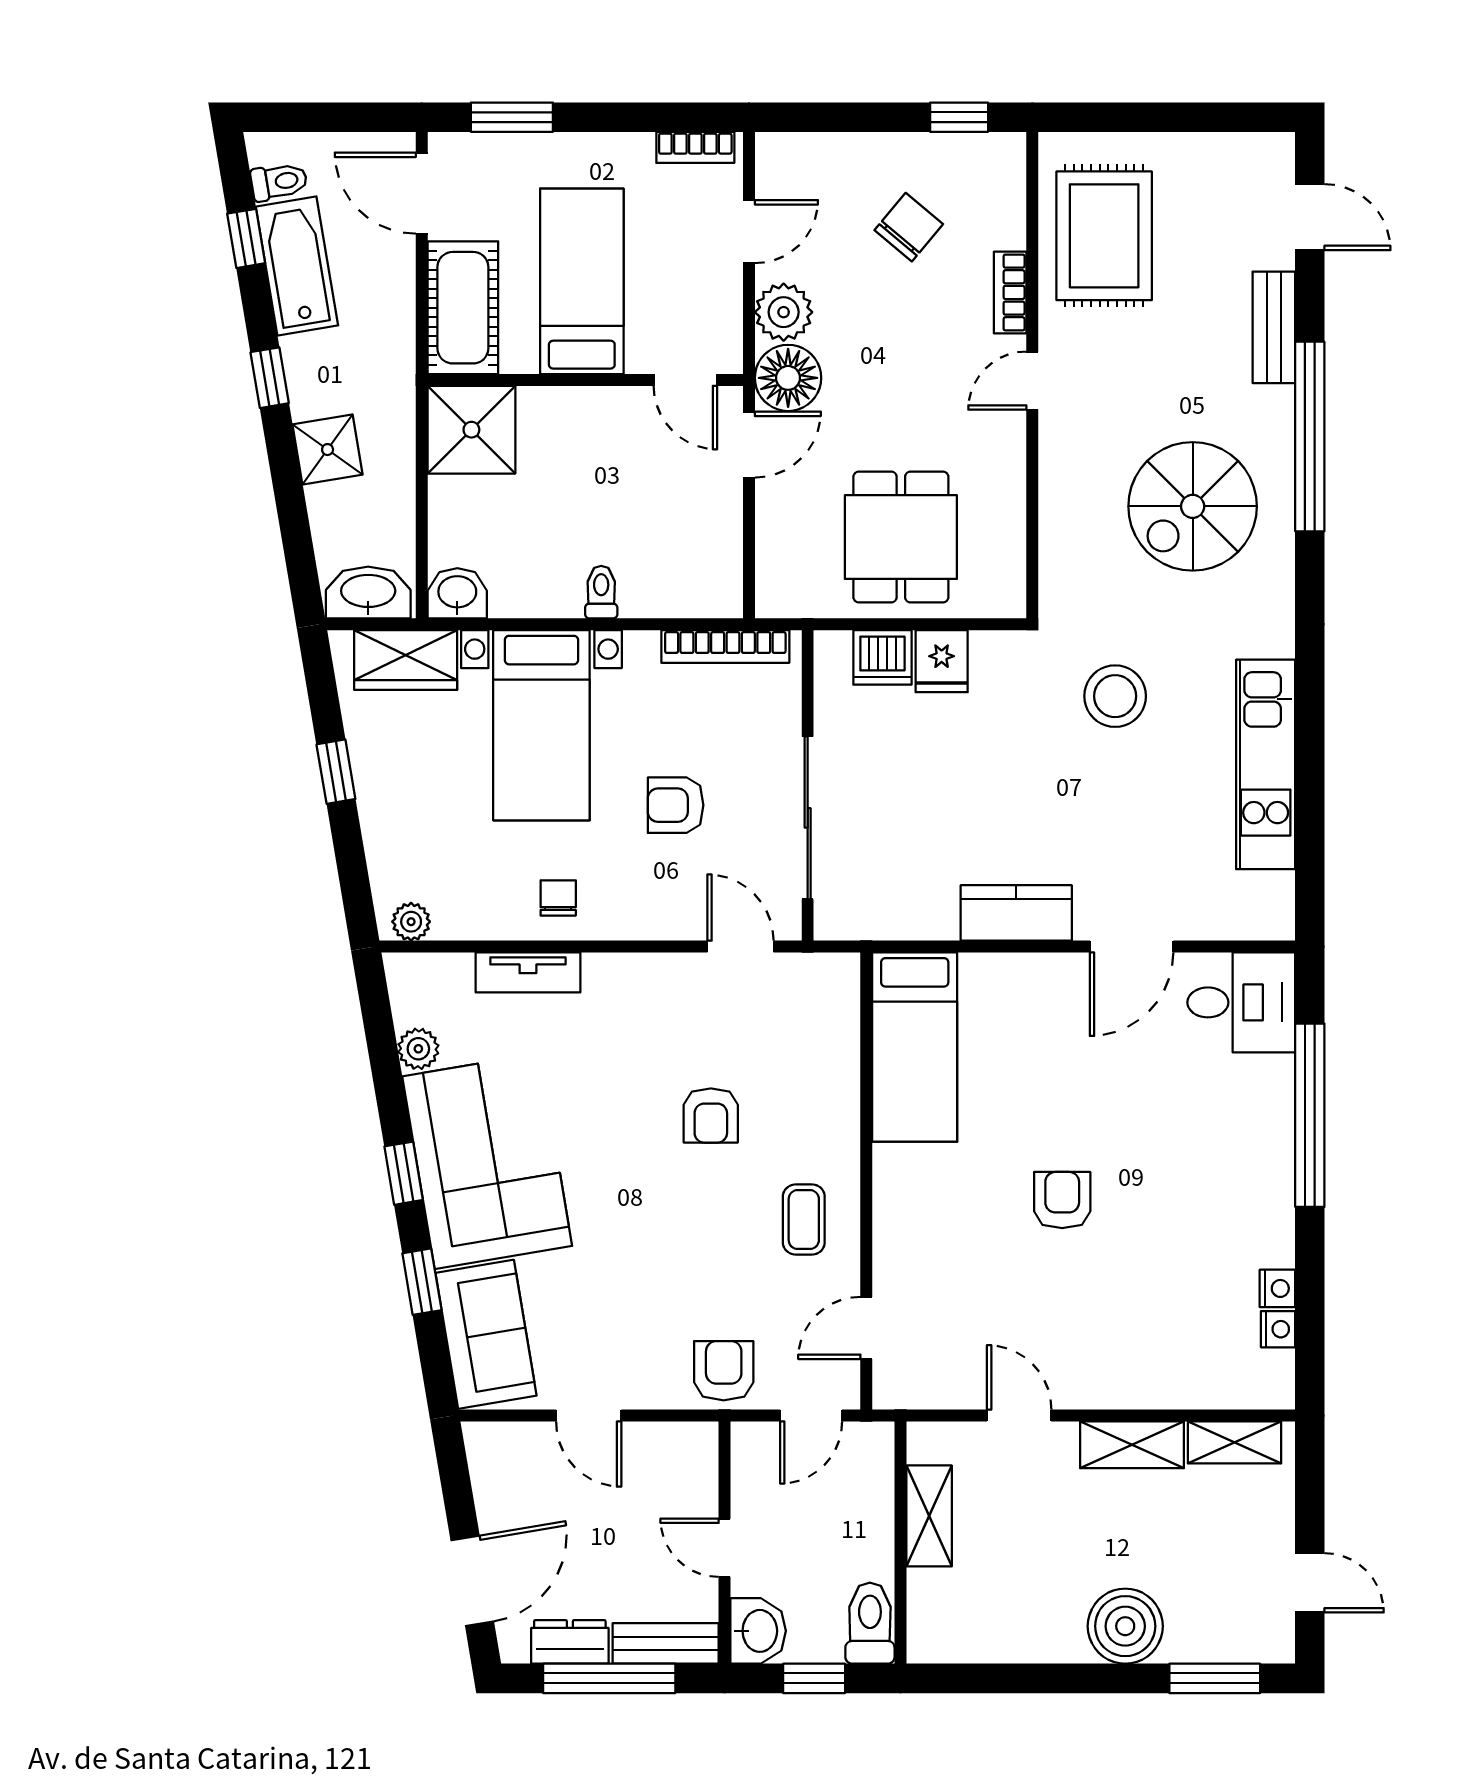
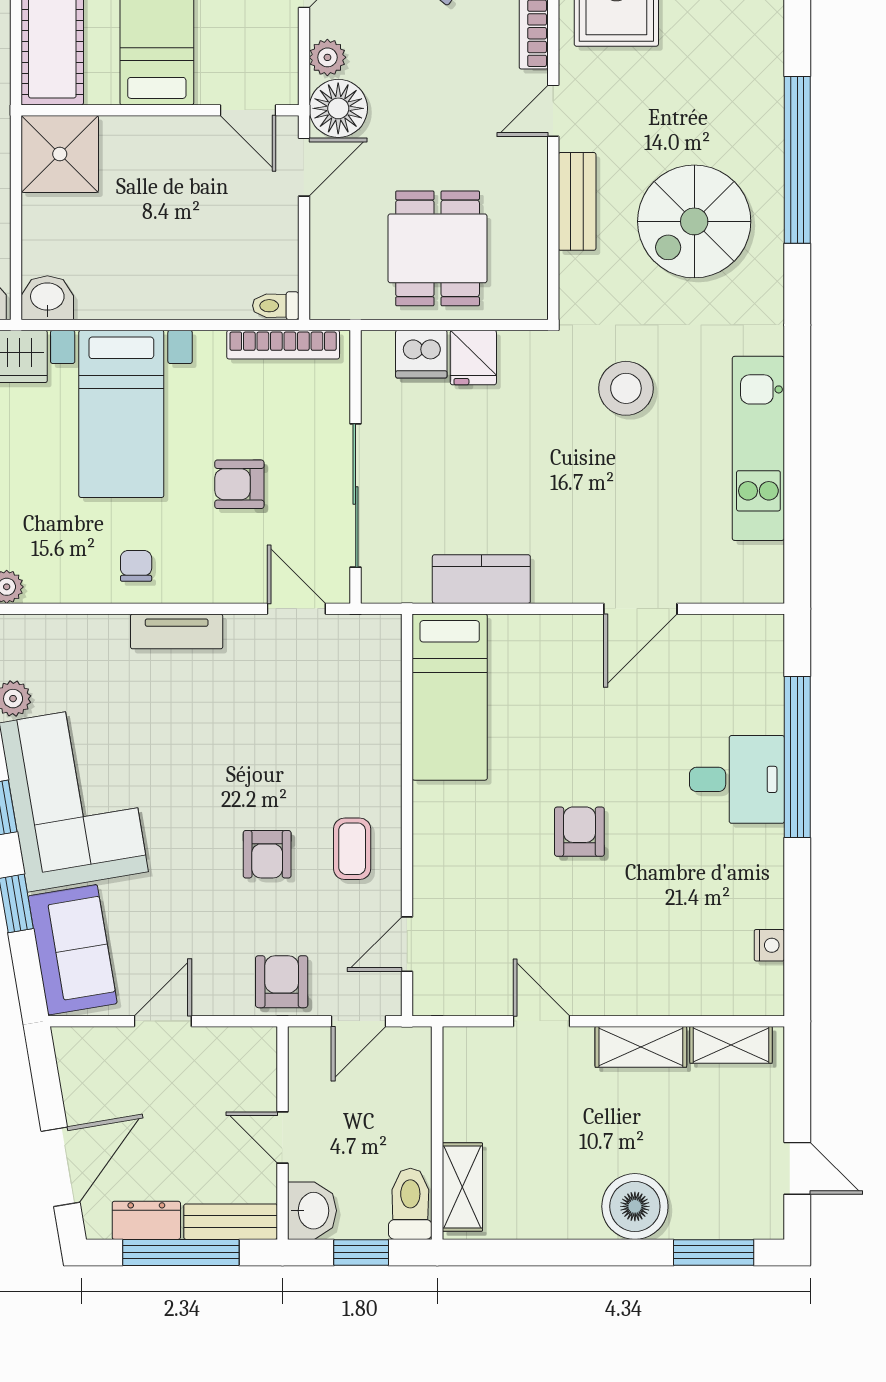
plant: (784, 312) -> (327, 57), width x0.73, depth x0.73
bench: (1274, 327) -> (577, 201), moved
toilet: (601, 592) -> (276, 306), moved, turned -90
kitchen counter: (1016, 913) -> (481, 579), moved
tv unit: (528, 972) -> (177, 631), moved
desk: (1241, 1002) -> (737, 779), moved
armchair: (711, 1116) -> (267, 854), moved
nightstand: (1277, 1288) -> (769, 909), removed
door: (589, 1416) -> (163, 1021), swing flipped
shelving: (929, 1516) -> (462, 1187), moved

